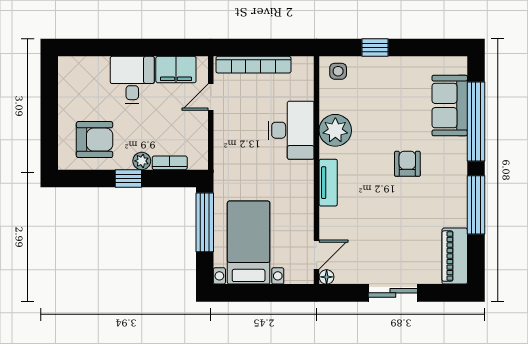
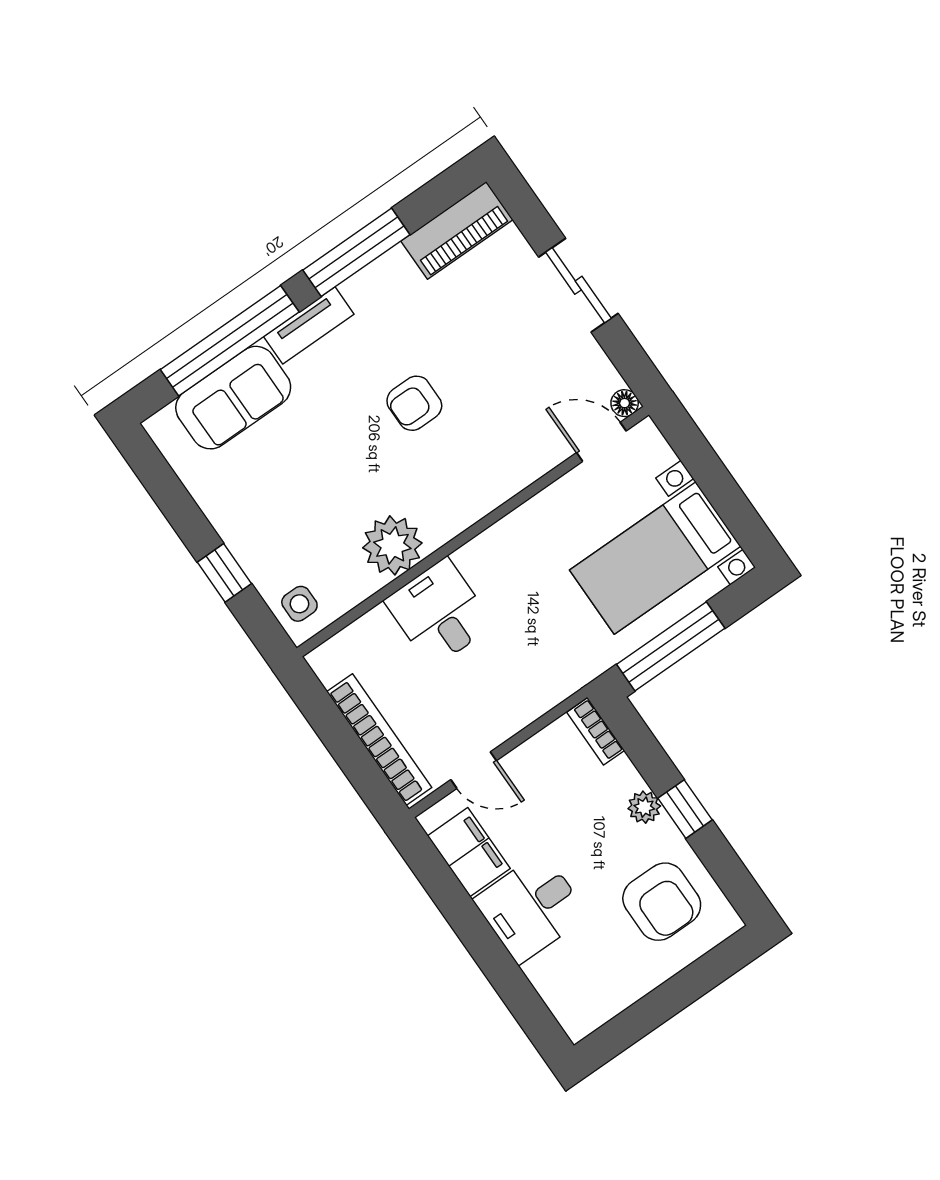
desk: (291, 130) -> (439, 613), width x0.73
armchair: (95, 140) -> (662, 902), turned 180
bookcase: (170, 163) -> (596, 731), moved
armchair: (407, 164) -> (414, 403), moved
tv unit: (328, 183) -> (309, 325), moved, turned 180

